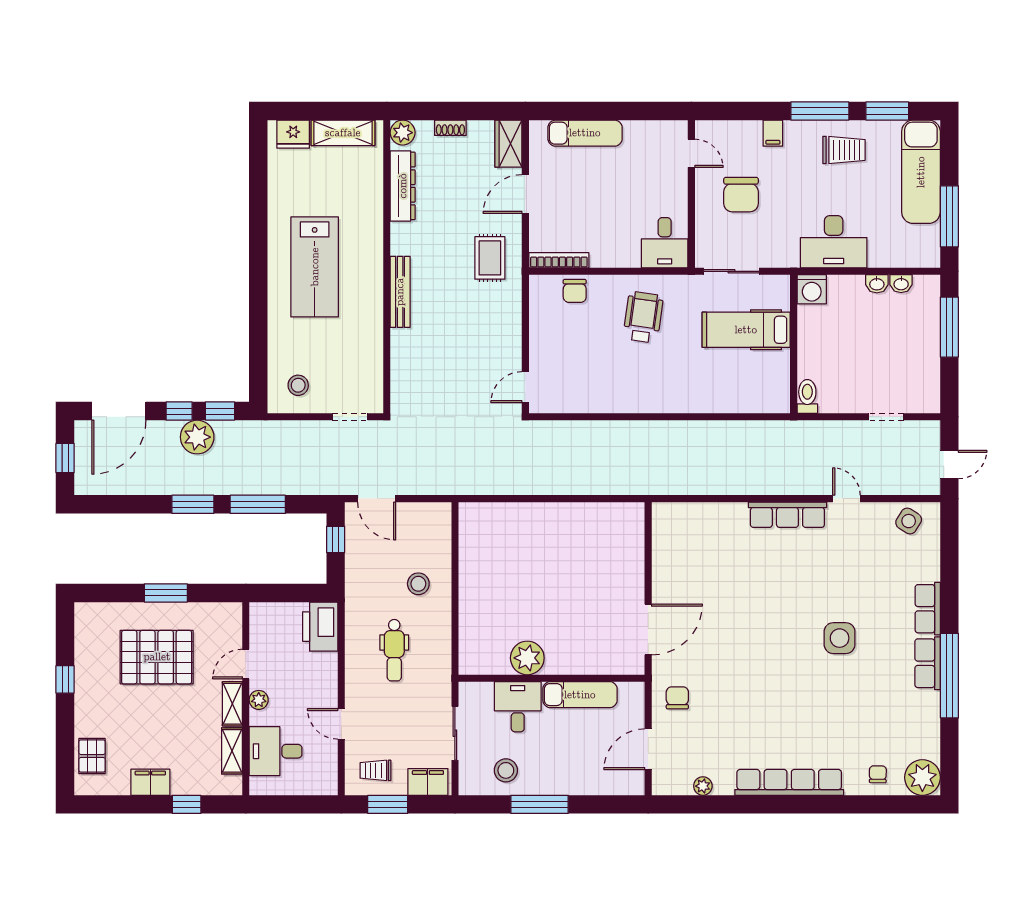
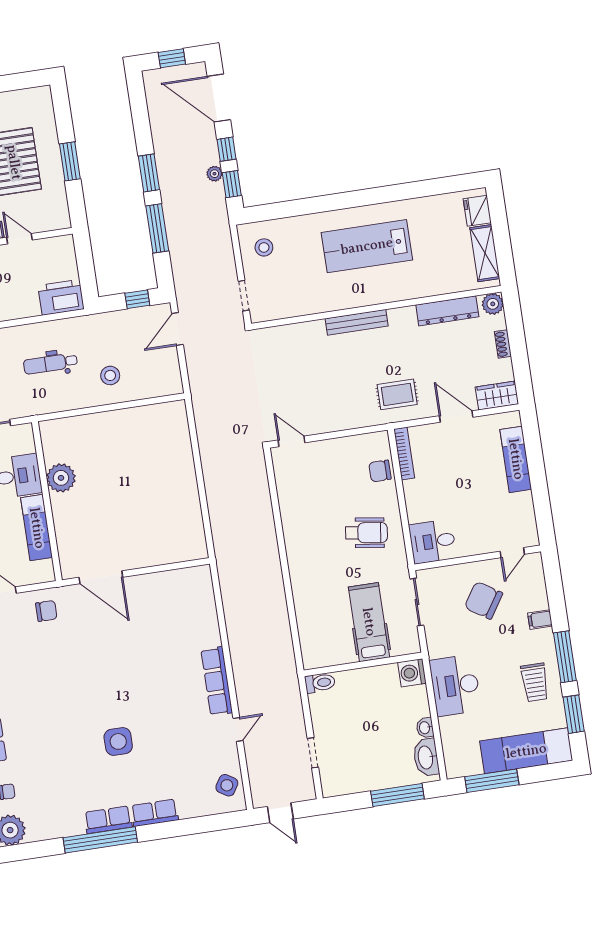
chair: (741, 195) -> (484, 600), turned 33
washbasin: (901, 284) -> (426, 757), width x1.91, depth x1.45
plant: (197, 437) -> (214, 174), width x0.53, depth x0.53

